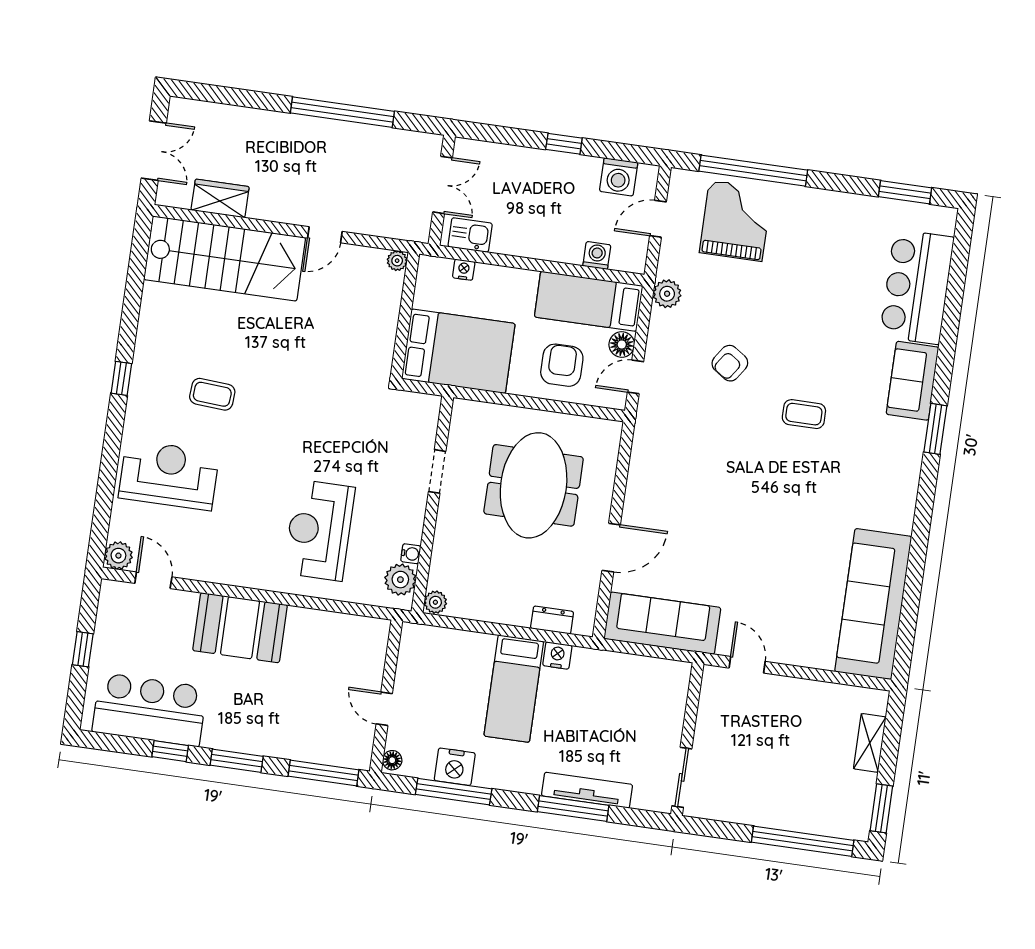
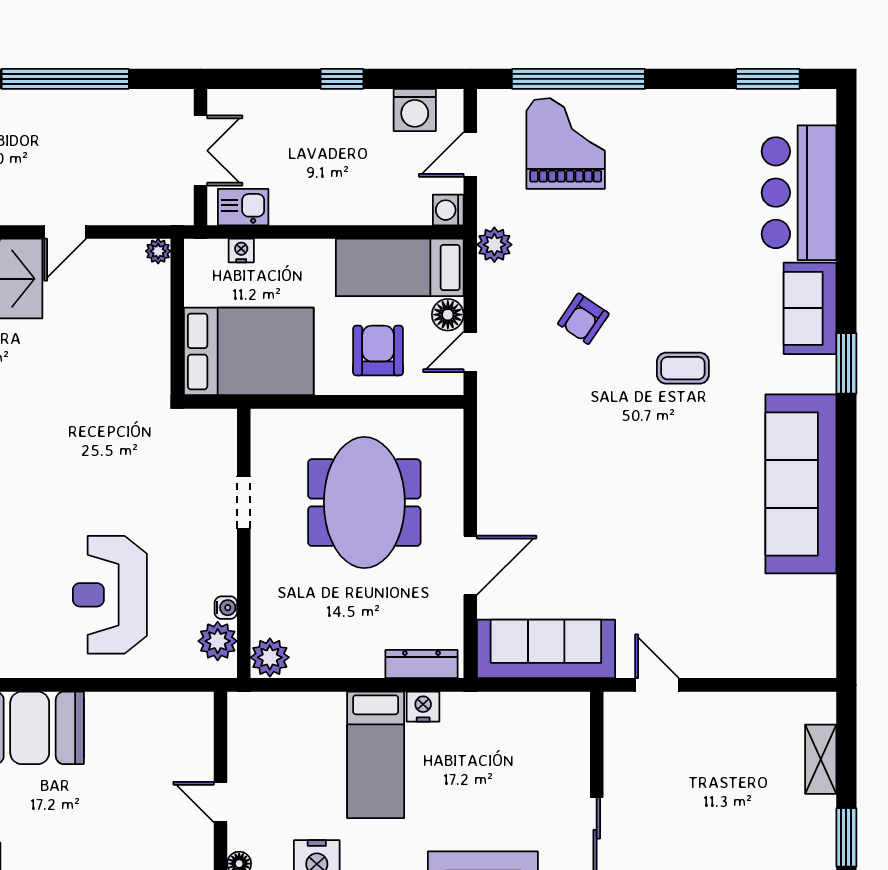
washing machine: (597, 255) -> (448, 210), moved, turned -90
plant: (435, 602) -> (270, 657), width x1.38, depth x1.38
sofa: (873, 604) -> (801, 484), moved
dresser: (552, 620) -> (421, 664), width x1.44

